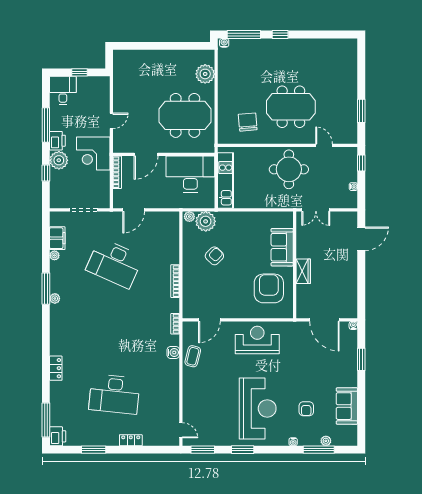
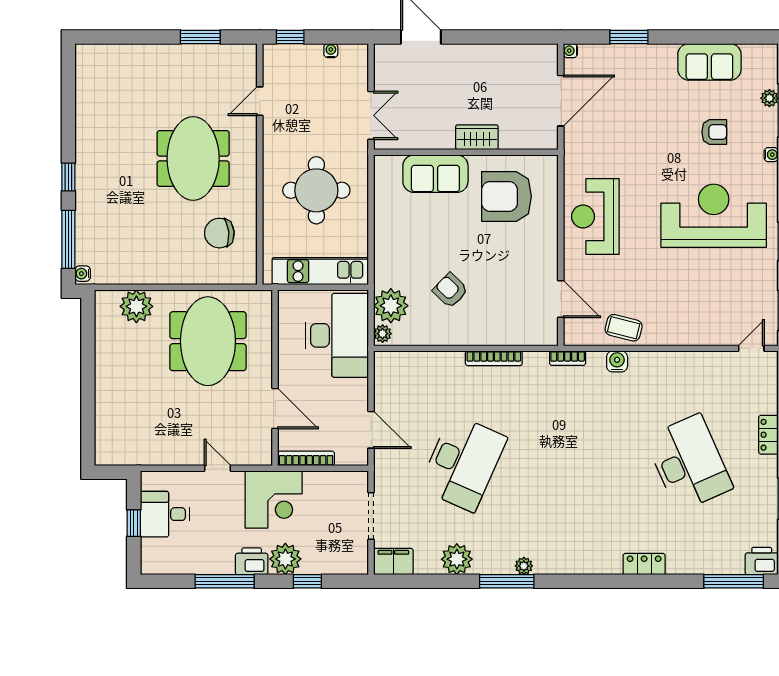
desk: (63, 90) -> (165, 514), moved
round table: (289, 169) -> (316, 190), moved
desk: (190, 174) -> (337, 335), moved, turned 180
filing cabinet: (57, 238) -> (393, 562), moved
plant: (54, 255) -> (457, 559), width x1.88, depth x1.88
desk: (114, 394) -> (689, 463), turned -30

